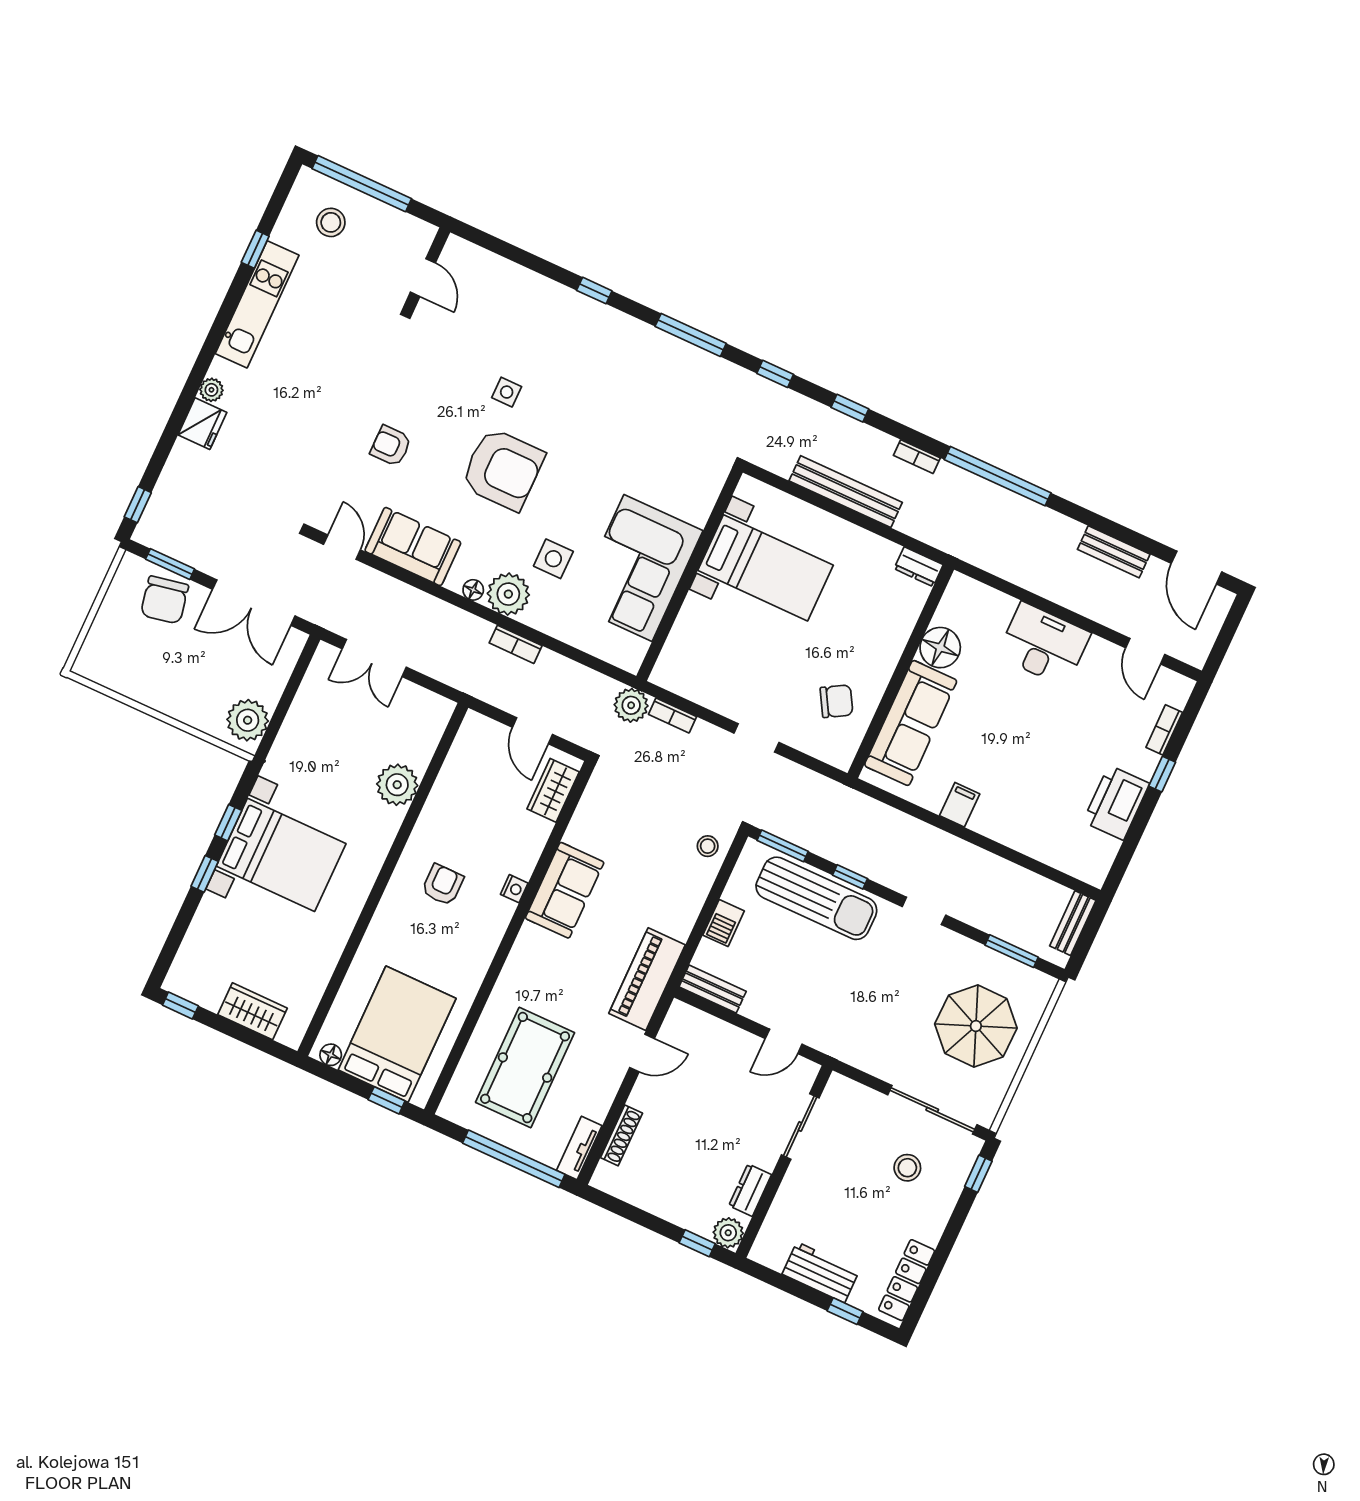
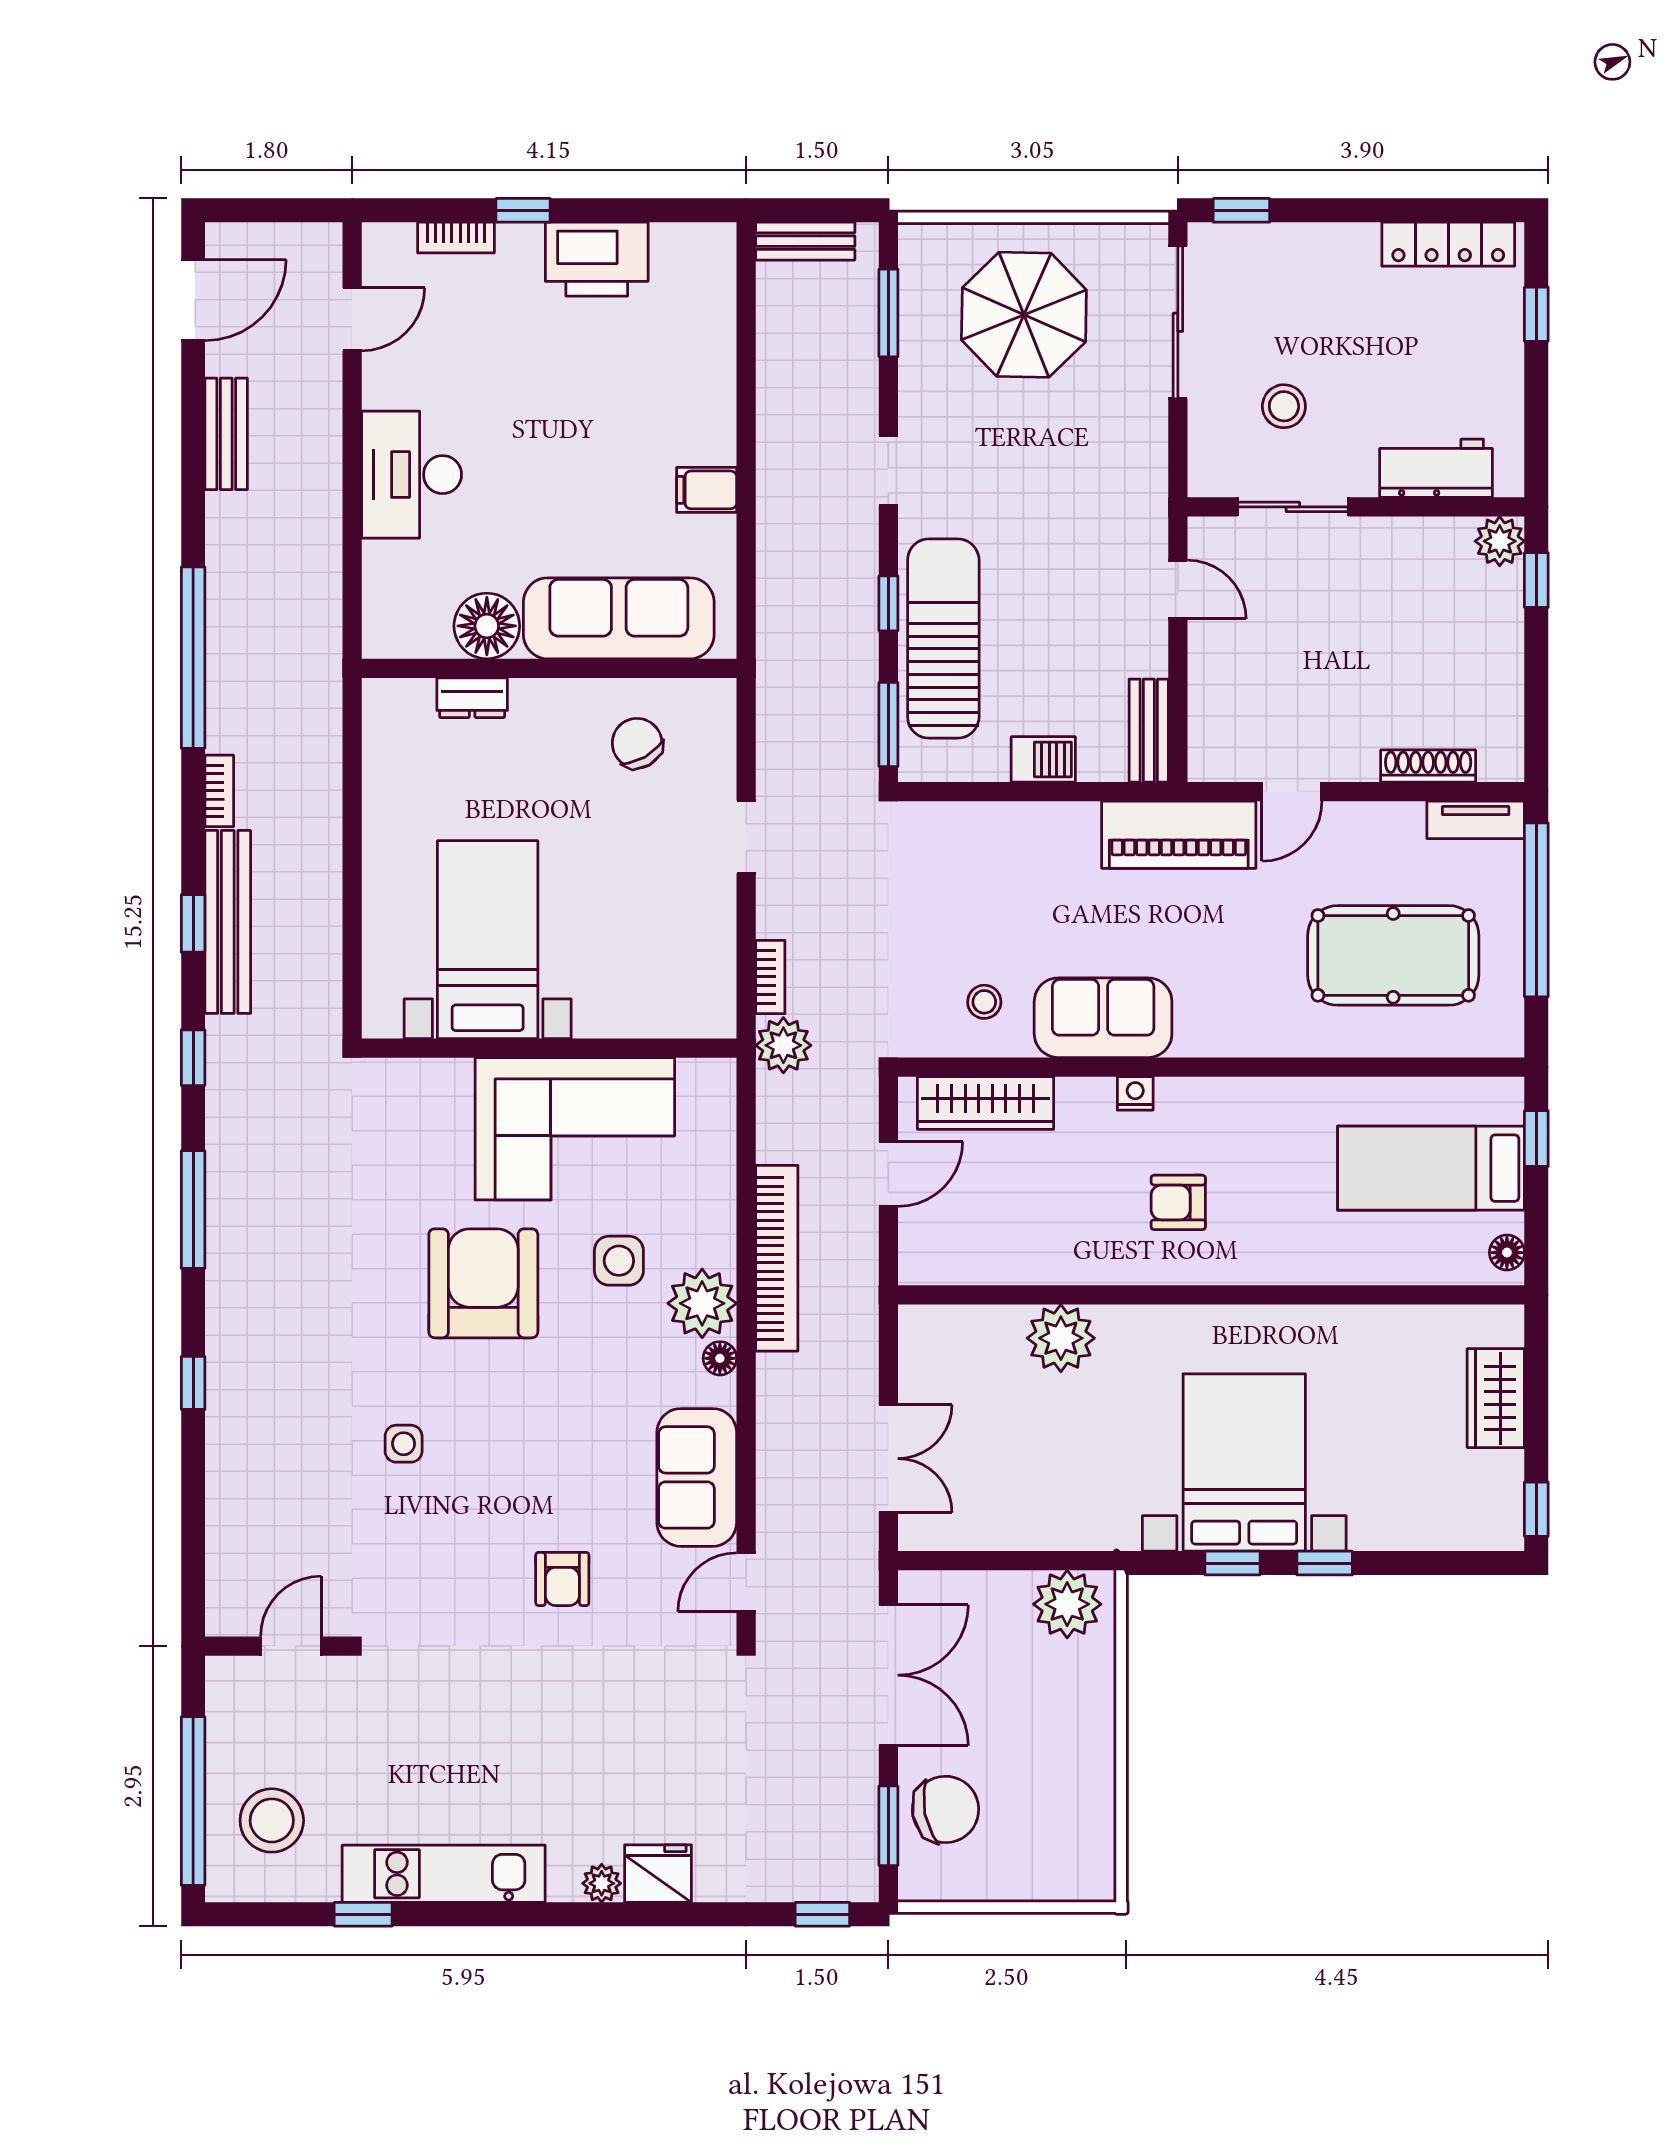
stool: (331, 222) -> (272, 1820), width x1.38, depth x1.38
armchair: (503, 469) -> (483, 1283), moved
bench: (846, 492) -> (228, 922), moved
dresser: (919, 567) -> (472, 698), moved, turned 90
bookcase: (516, 644) -> (777, 1258), width x2.31, depth x1.31
wardrobe: (553, 790) -> (985, 1103), width x1.50
stool: (708, 846) -> (984, 1002), moved
bed: (397, 1034) -> (1431, 1168), width x0.67
door: (642, 1053) -> (1292, 792), swing flipped
stool: (907, 1168) -> (1284, 406), moved
dresser: (750, 1190) -> (1422, 538), removed
workbench: (821, 1272) -> (1436, 468), moved, turned 90

